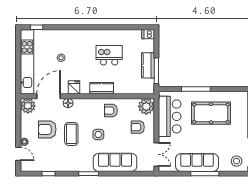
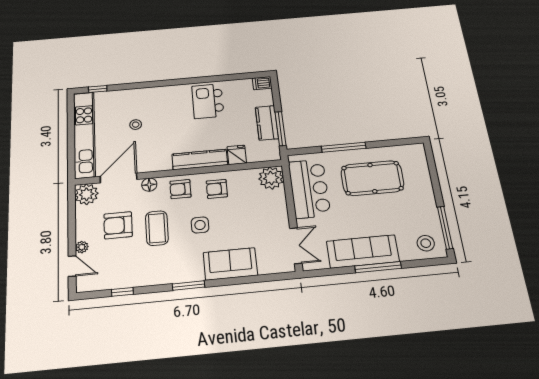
kitchen island: (109, 55) -> (208, 101), moved, turned -90
fridge: (74, 87) -> (237, 155), moved
kitchen counter: (102, 88) -> (200, 159), width x1.50
armchair: (138, 127) -> (180, 189), moved
sofa: (115, 162) -> (230, 264), width x0.73

